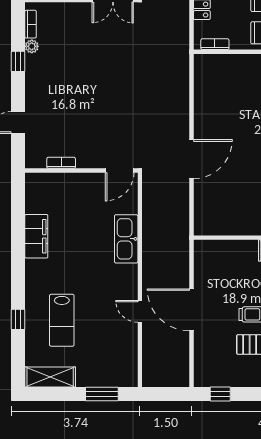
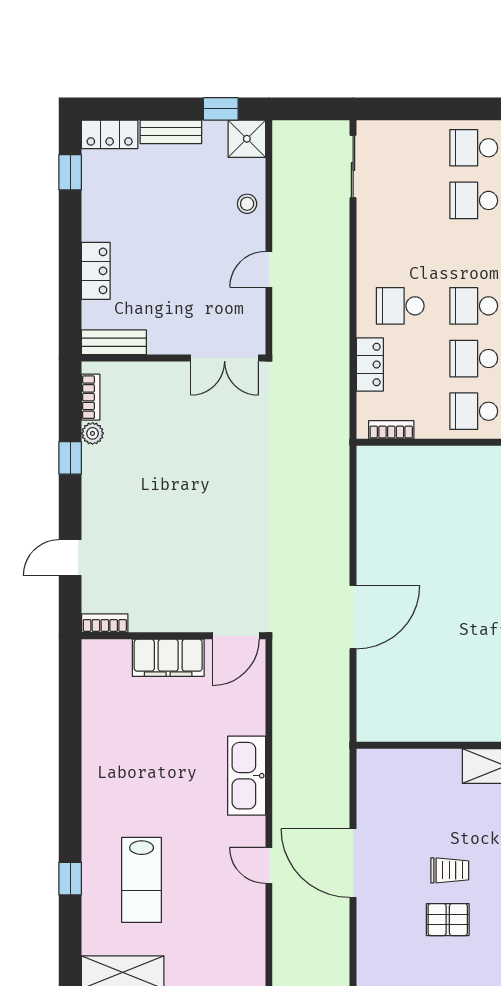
bookcase: (61, 163) -> (105, 623), moved
filing cabinet: (36, 236) -> (168, 658), moved, turned 90
kitchen sink: (126, 239) -> (247, 776), moved

